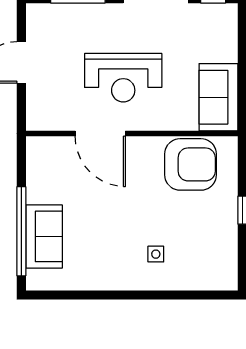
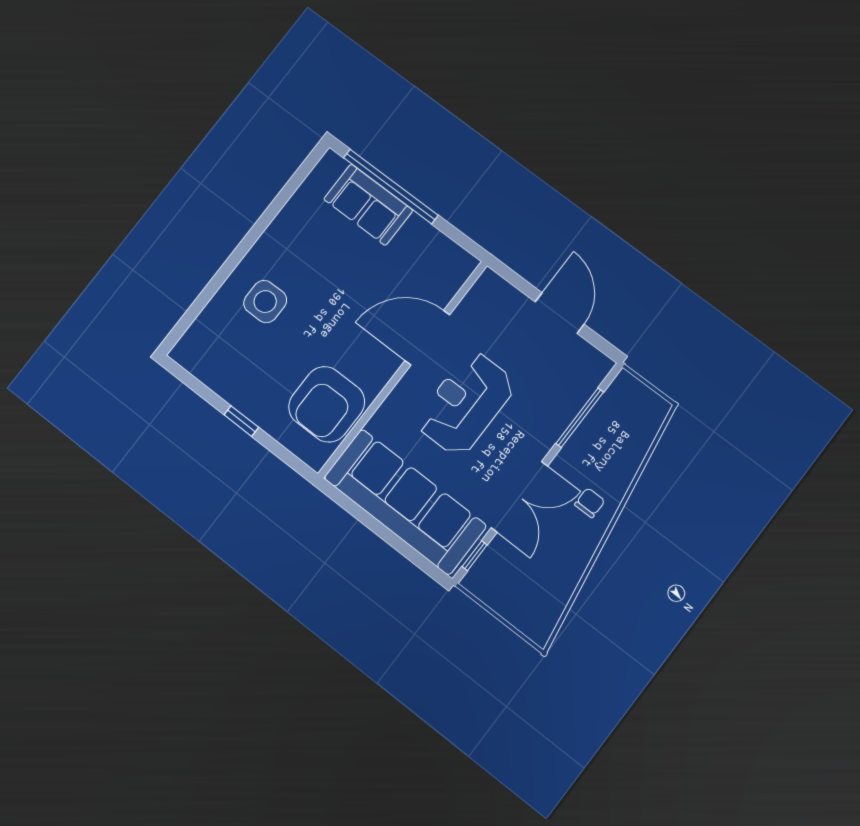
sofa: (218, 97) -> (405, 502), width x1.85, depth x1.27
side table: (156, 254) -> (265, 302), width x1.87, depth x1.87

